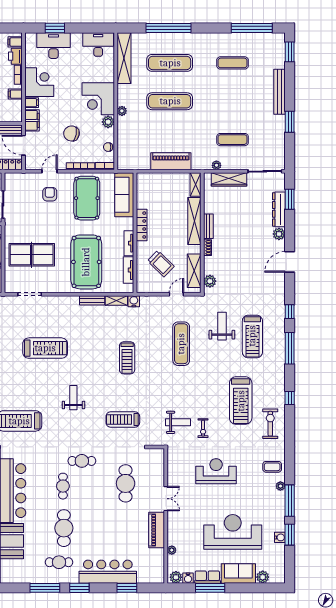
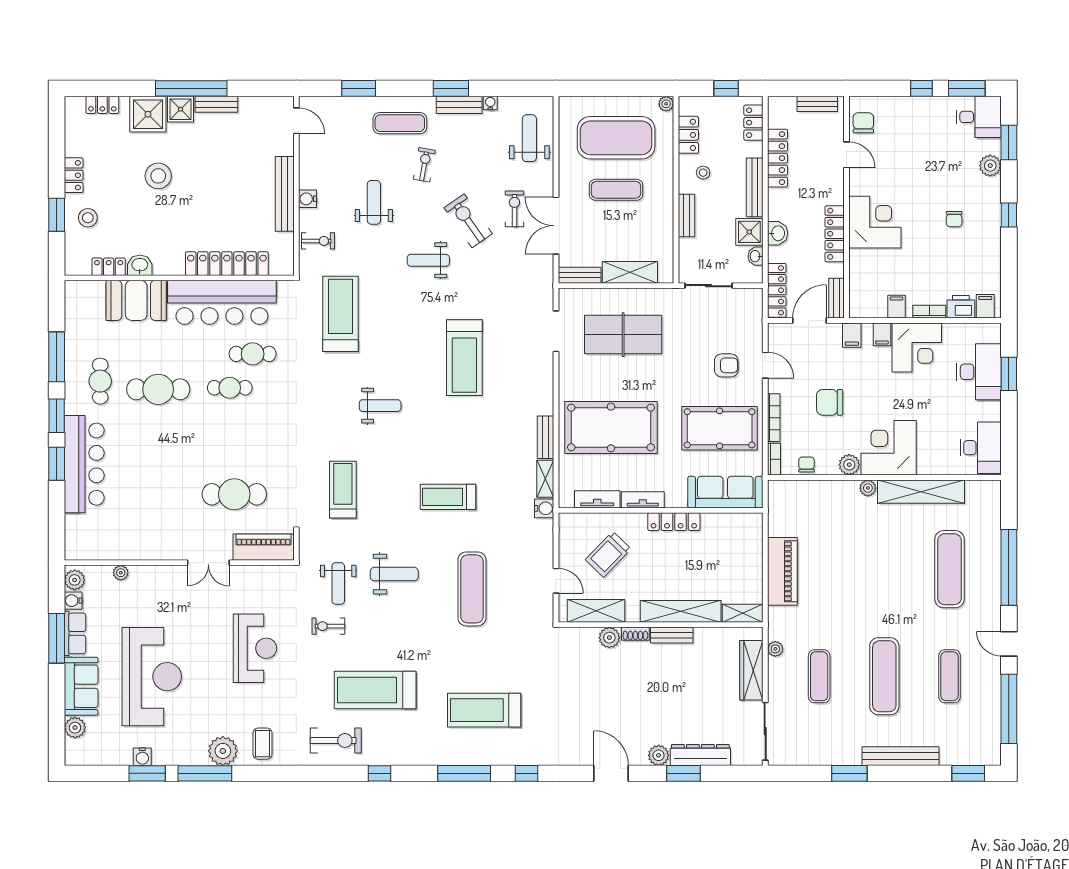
door: (213, 28) -> (1009, 644), added
shelving: (124, 58) -> (921, 492), moved
exercise mat: (170, 101) -> (884, 676), moved
filing cabinet: (32, 120) -> (852, 335), width x0.50
chair: (71, 133) -> (830, 402), turned -102
window: (290, 199) -> (683, 773), moved
table tennis table: (32, 255) -> (623, 335), turned 90
plant: (210, 281) -> (609, 638), moved
weight bench: (222, 326) -> (394, 574), moved
exercise mat: (181, 344) -> (472, 589), turned 90
cafe table: (82, 461) -> (253, 354), moved, turned 90
plant: (280, 486) -> (223, 751), width x1.87, depth x1.87
piano: (157, 530) -> (264, 547), moved
window: (127, 588) -> (57, 464), moved

